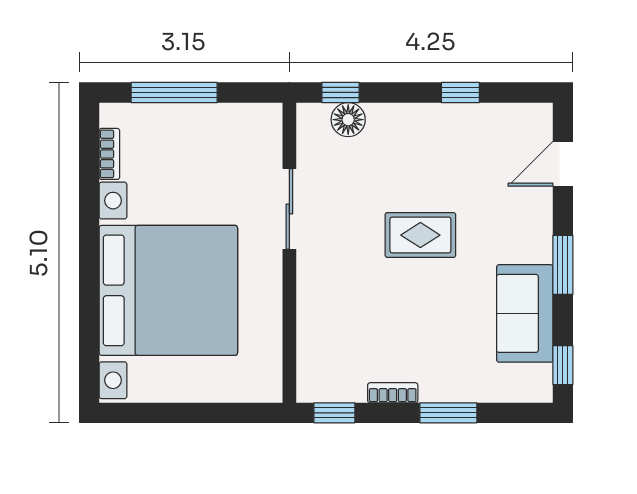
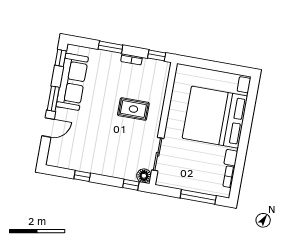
floor lamp: (348, 120) -> (144, 176), moved
door: (563, 164) -> (48, 127), moved
sliding door: (289, 209) -> (158, 154), moved
rug: (420, 235) -> (133, 109), moved
sofa: (525, 313) -> (72, 82), width x1.36

